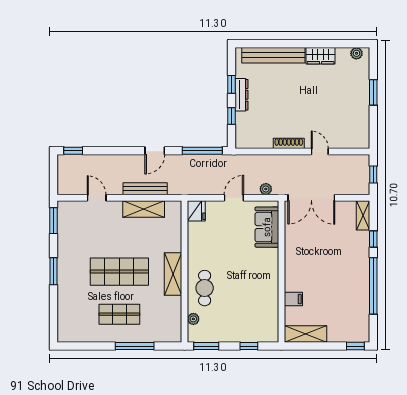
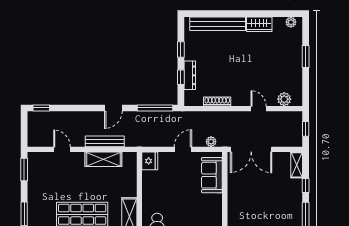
dresser: (242, 95) -> (190, 75), moved
plant: (349, 141) -> (284, 99), added
shoe rack: (289, 143) -> (217, 101), moved

